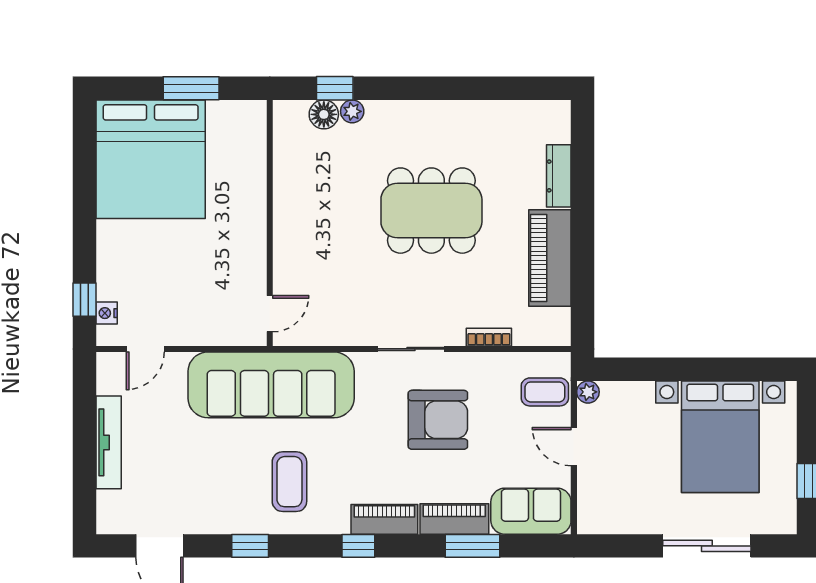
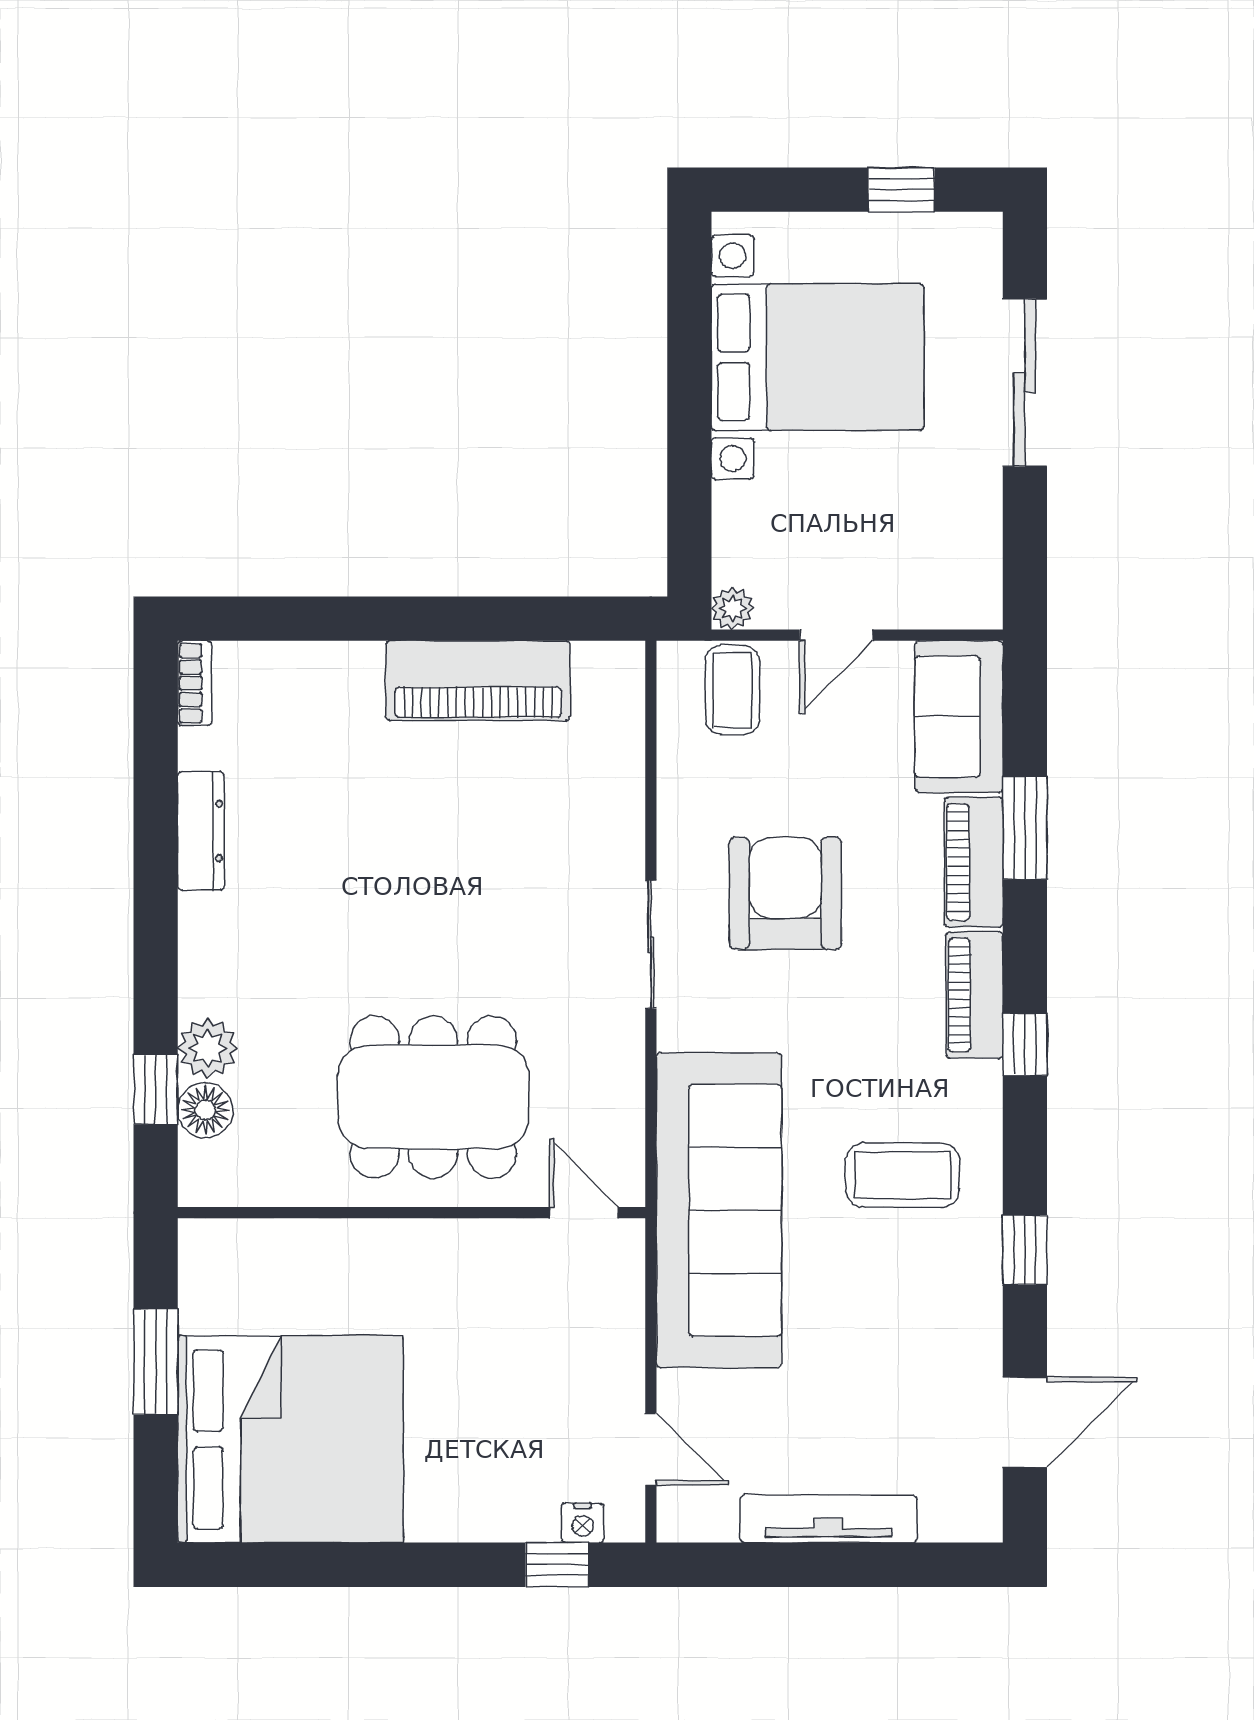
plant: (352, 111) -> (208, 1048), width x1.38, depth x1.38
dresser: (559, 176) -> (201, 831), moved, turned -90
dining table: (431, 211) -> (433, 1097), moved, turned 90
bookcase: (489, 337) -> (195, 683), moved, turned 180

